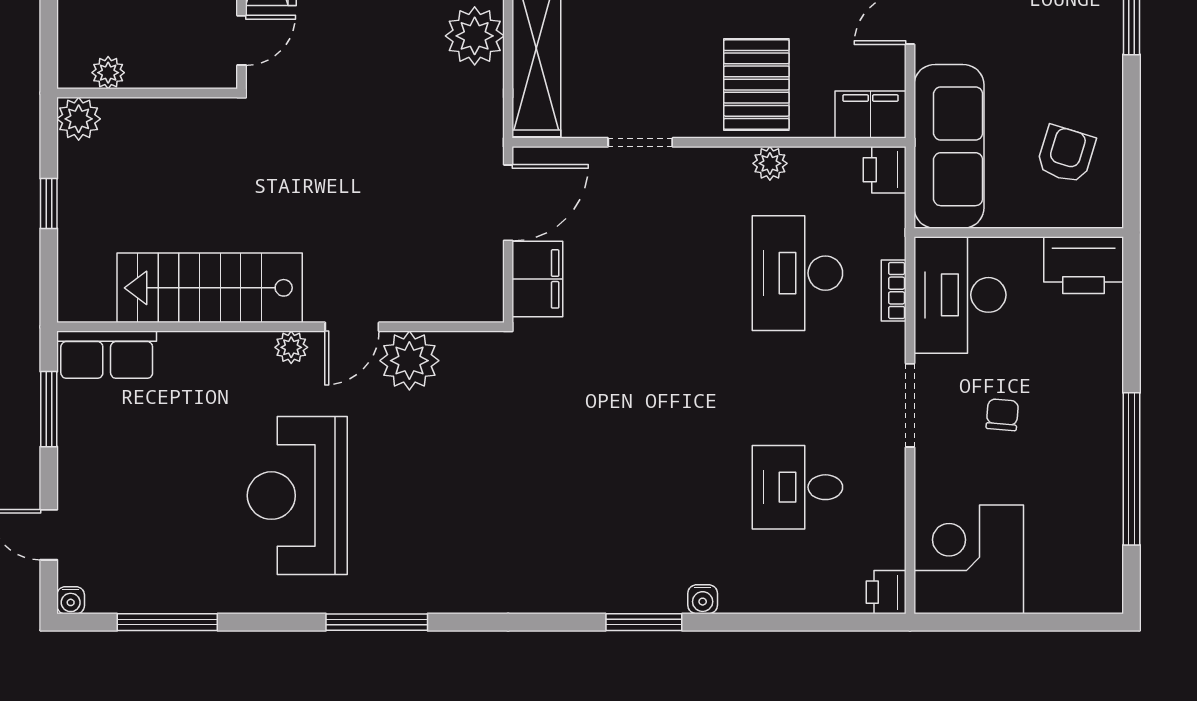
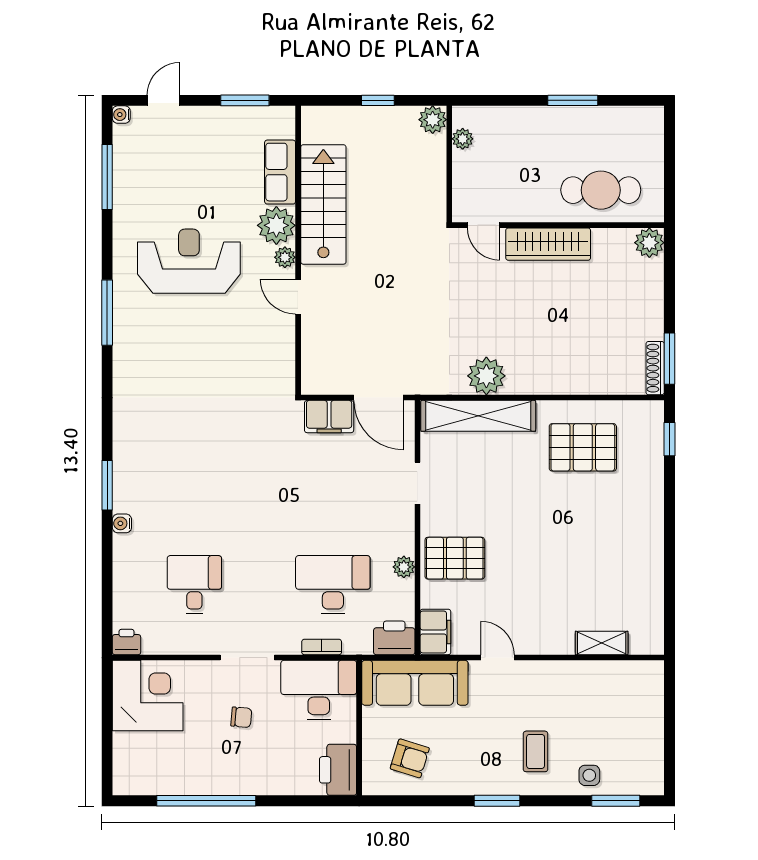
printer: (885, 170) -> (394, 638), width x1.36, depth x1.24
row of seats: (107, 355) -> (280, 172), moved
plant: (409, 361) -> (276, 225), moved

